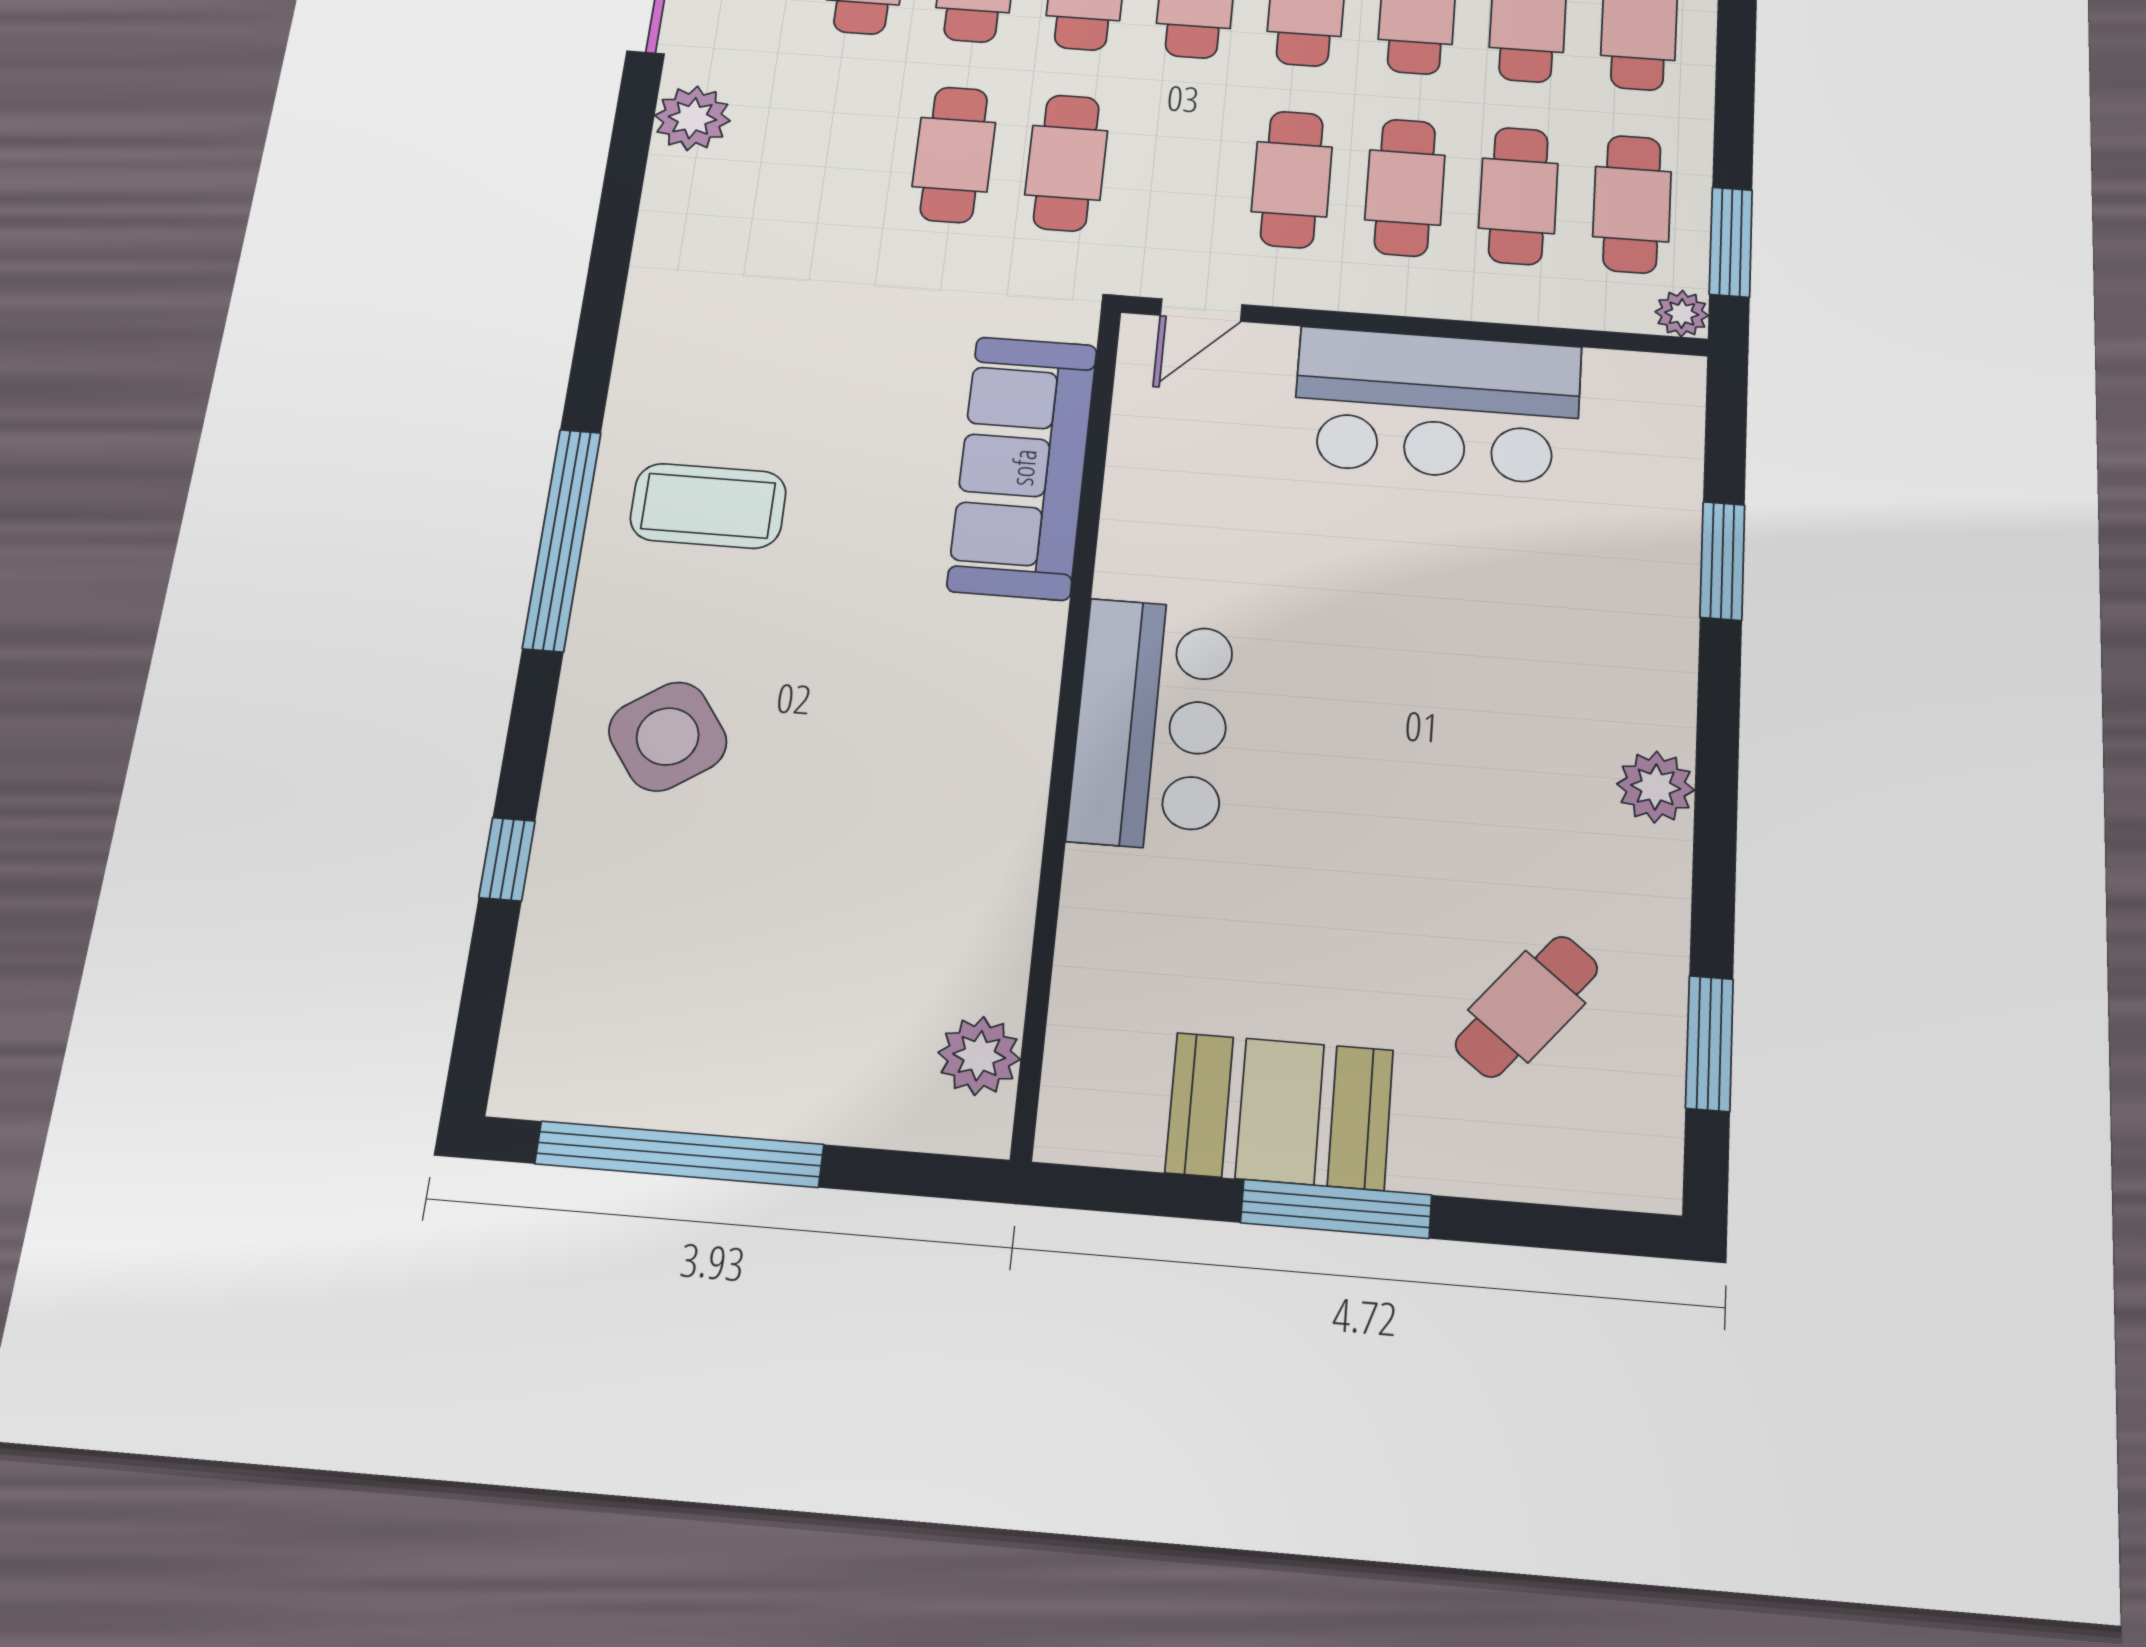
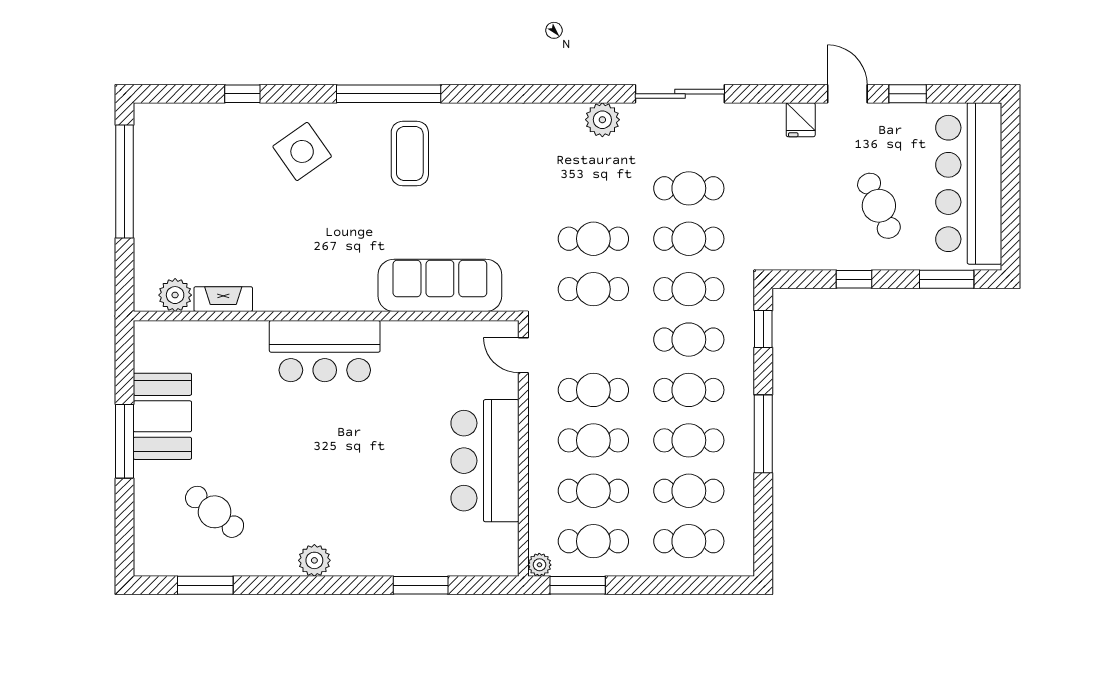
fireplace: (1002, 944) -> (223, 299), added

